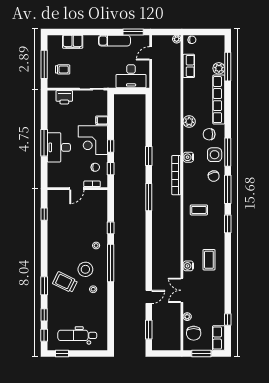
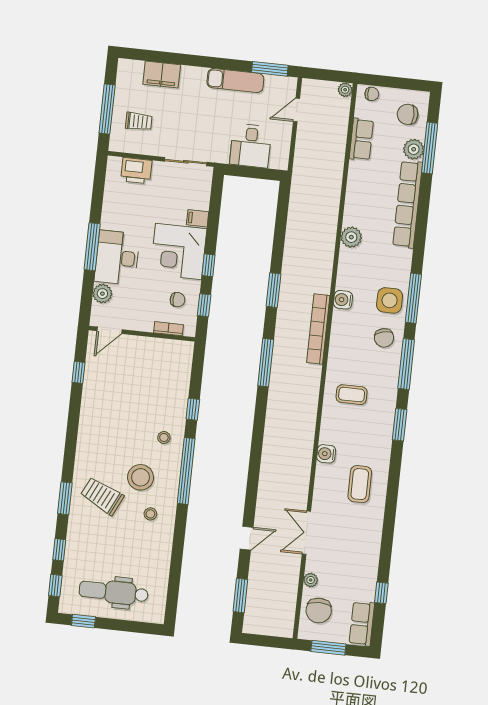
desk: (131, 76) -> (251, 146), width x0.73
chair: (209, 134) -> (408, 114), moved
plant: (53, 168) -> (102, 294), added
door: (77, 189) -> (110, 330), moved
water cooler: (188, 266) -> (326, 454), moved

